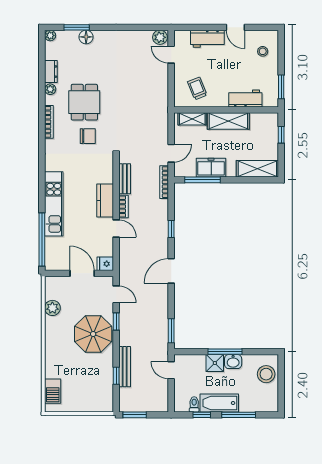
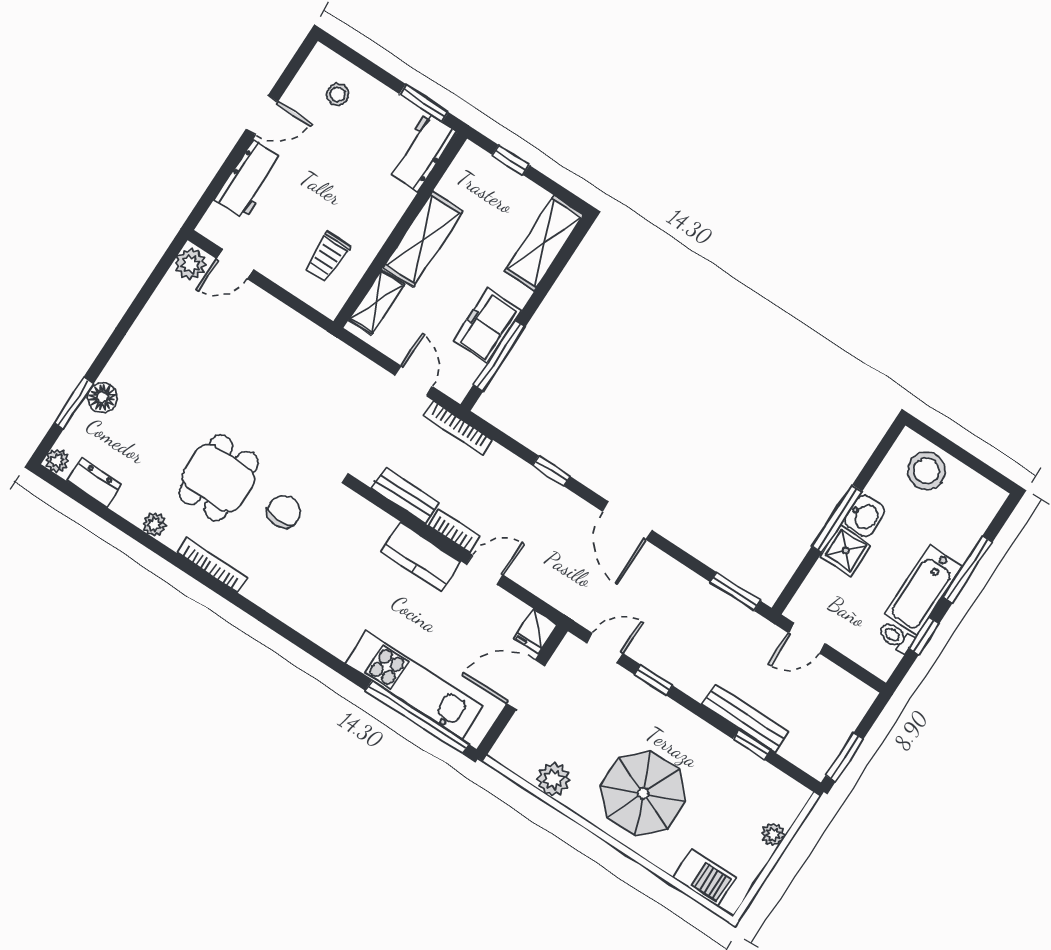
dresser: (51, 72) -> (94, 483), moved
trolley: (197, 88) -> (327, 257), turned -68
workbench: (245, 98) -> (422, 152), moved
dining table: (84, 102) -> (218, 478), turned 90
kitchen unit: (54, 204) -> (414, 685), moved
parasol: (93, 334) -> (643, 793), moved
plant: (87, 407) -> (773, 834), added

